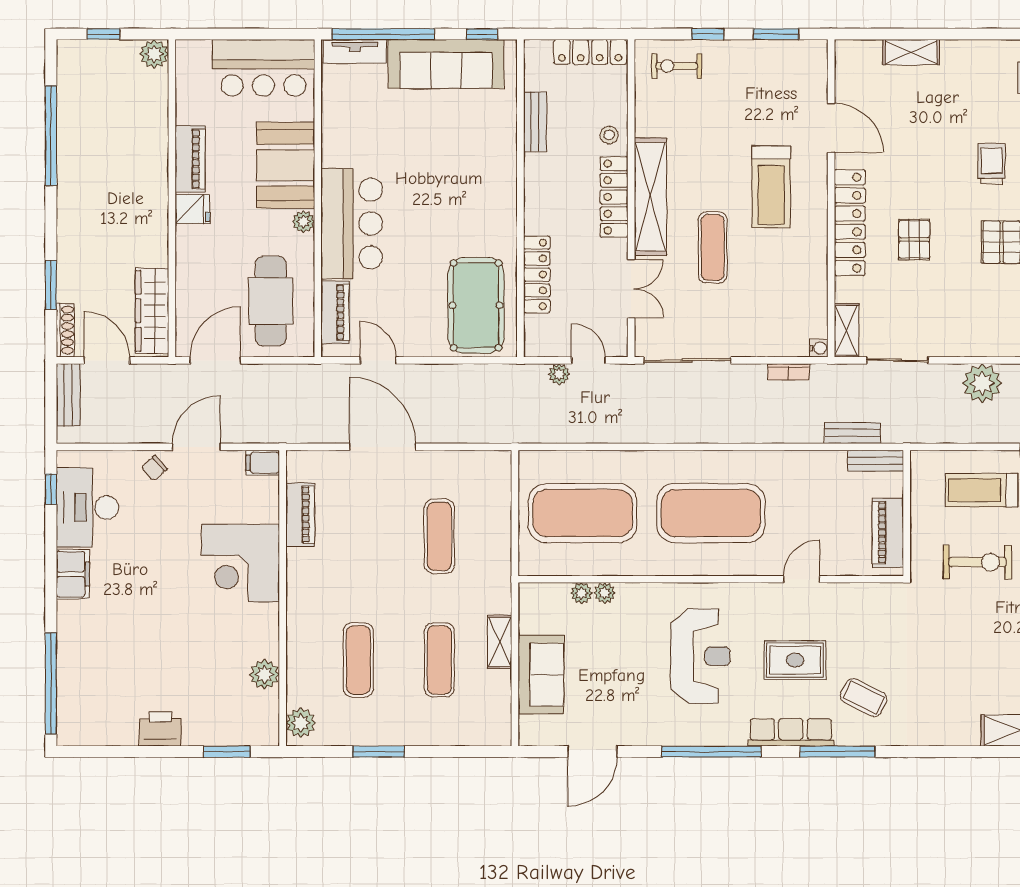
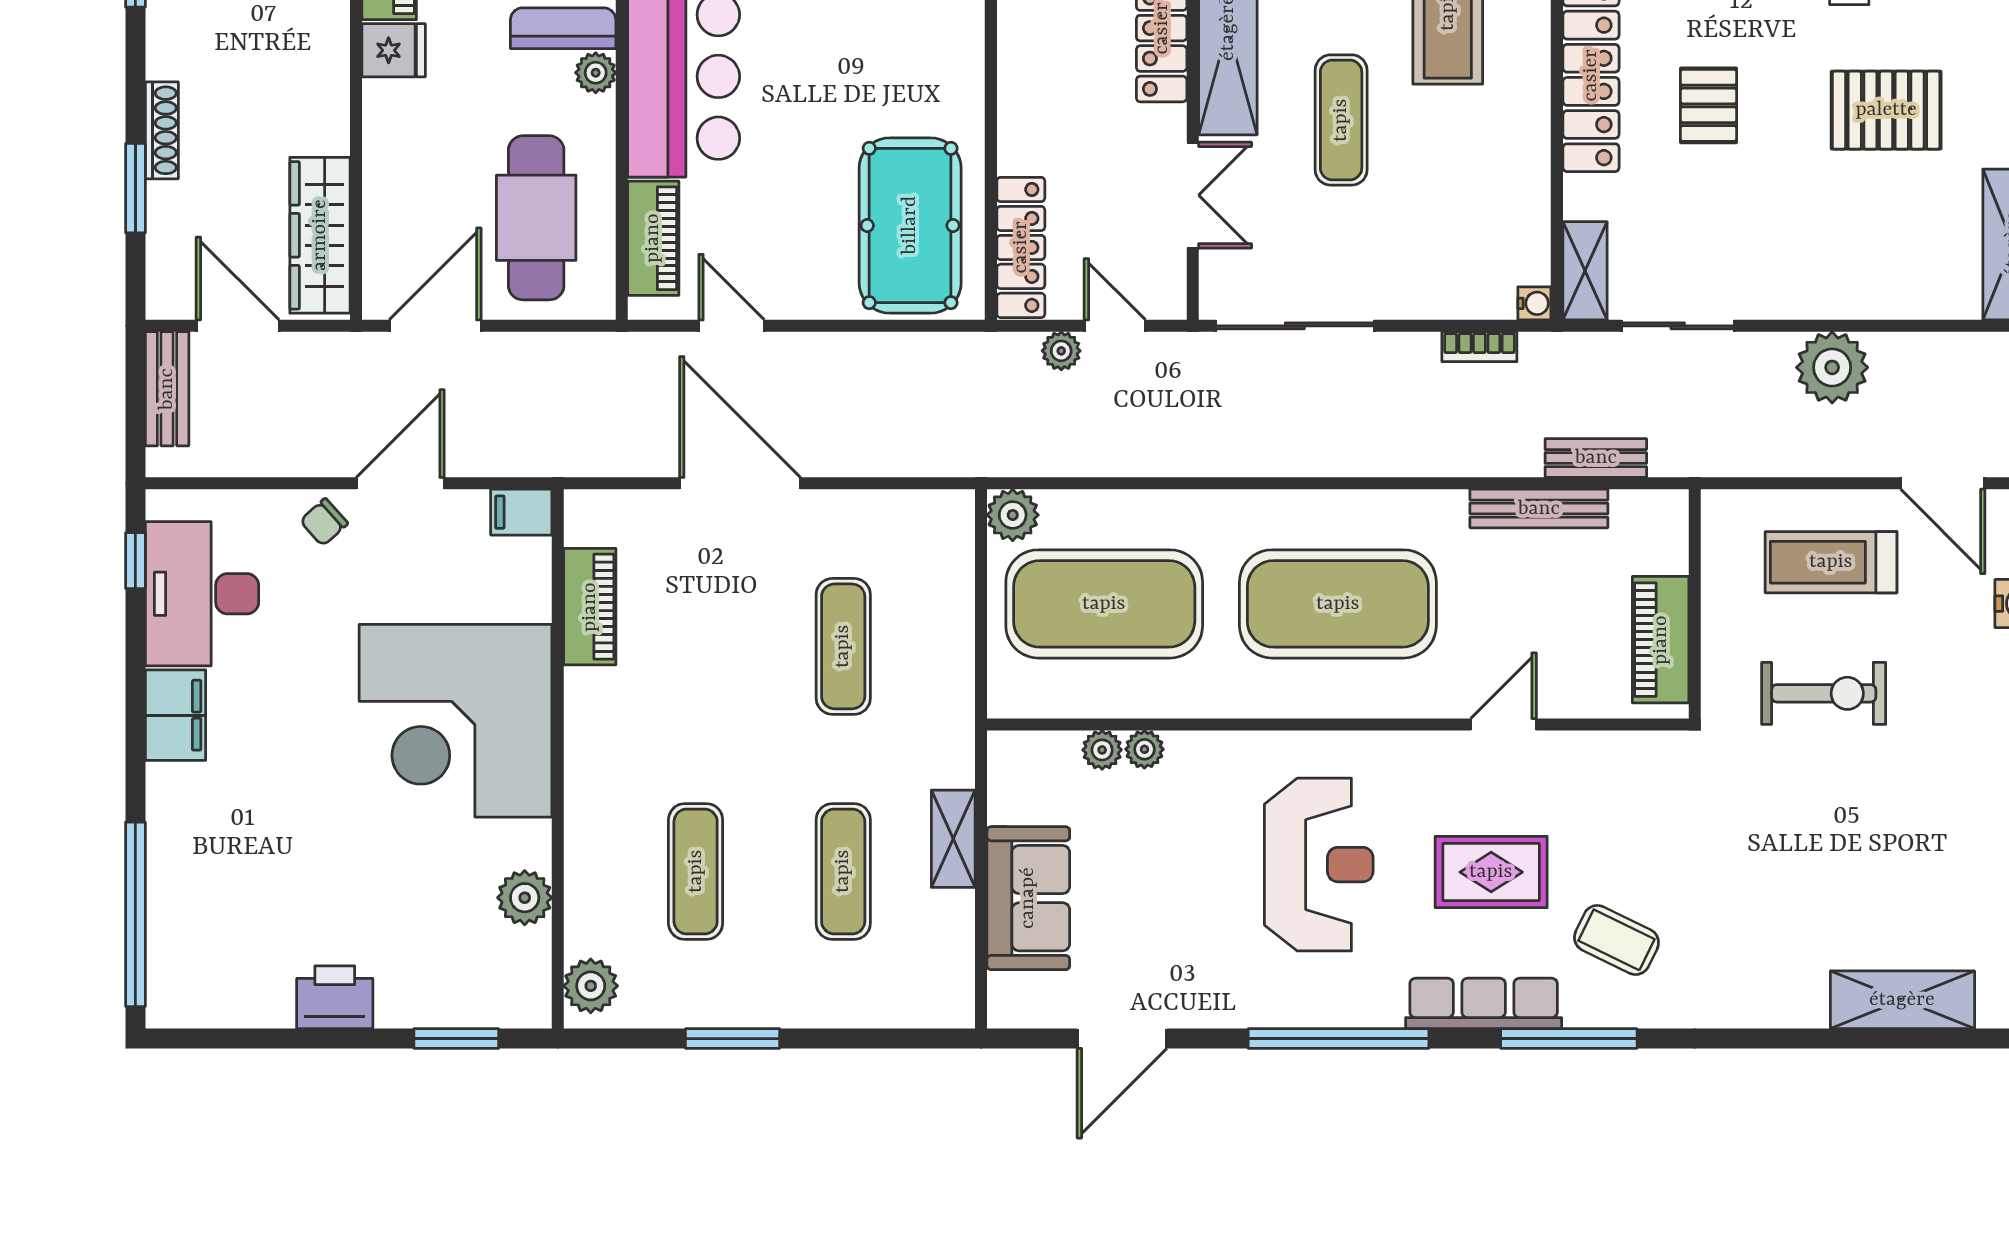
locker: (537, 274) -> (1021, 247), moved
shoe rack: (65, 330) -> (162, 130), moved
bench: (876, 461) -> (1539, 509), moved, width x1.36
plant: (532, 464) -> (1013, 515), added
corner desk: (241, 563) -> (456, 721), width x1.36, depth x1.36

